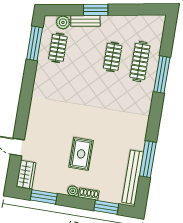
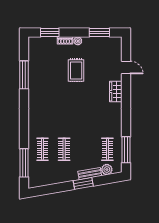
clothes rail: (140, 61) -> (42, 149), width x0.73
window: (162, 75) -> (24, 163), moved
wardrobe: (26, 175) -> (116, 91), moved
bench: (133, 177) -> (33, 59), removed

